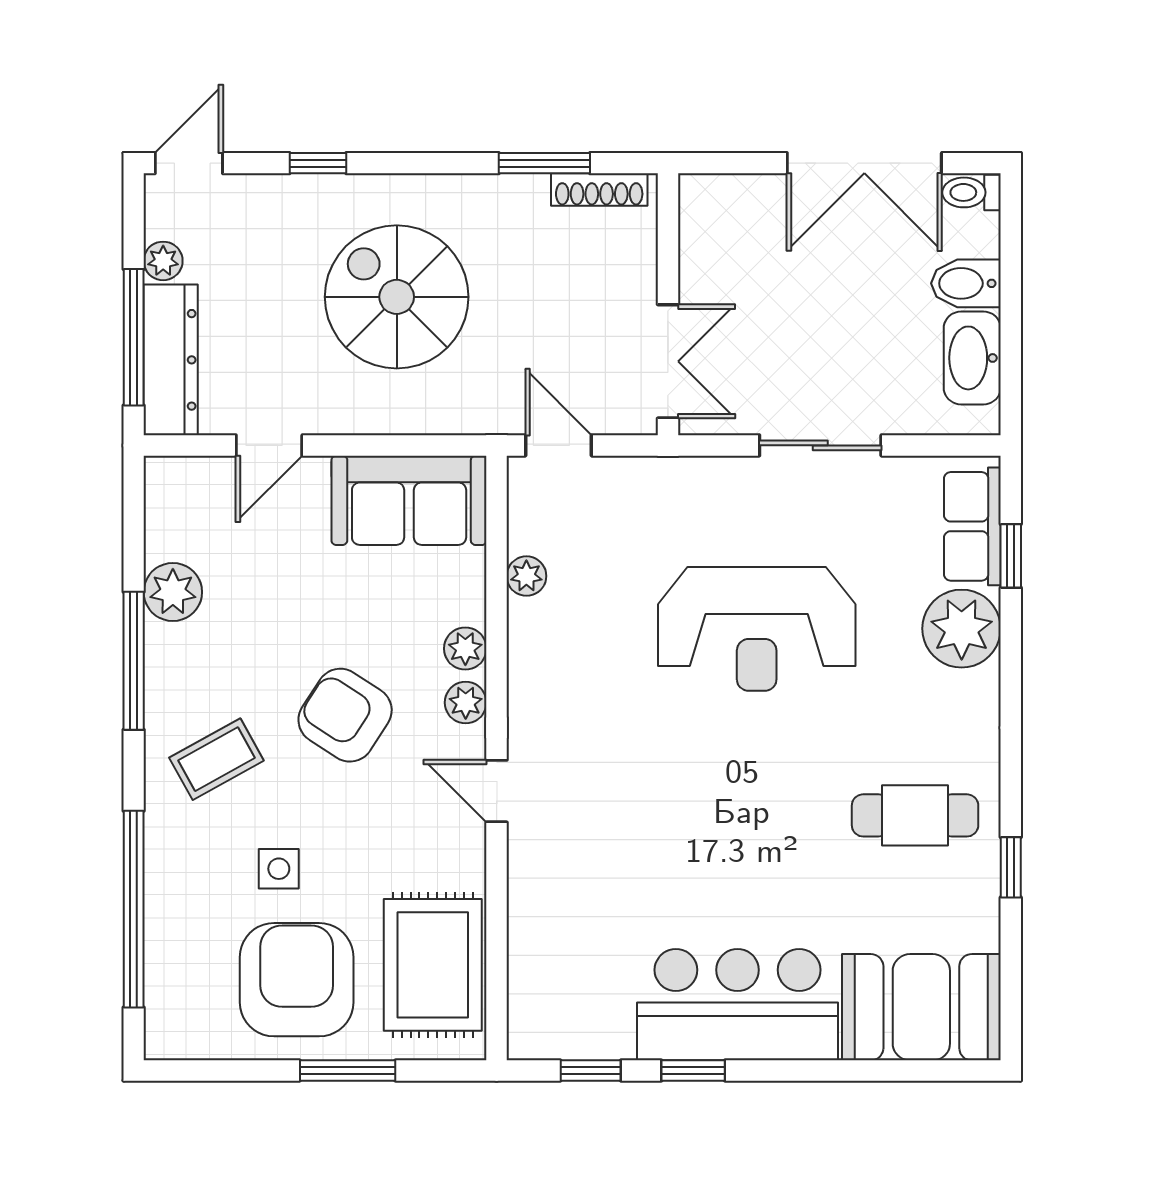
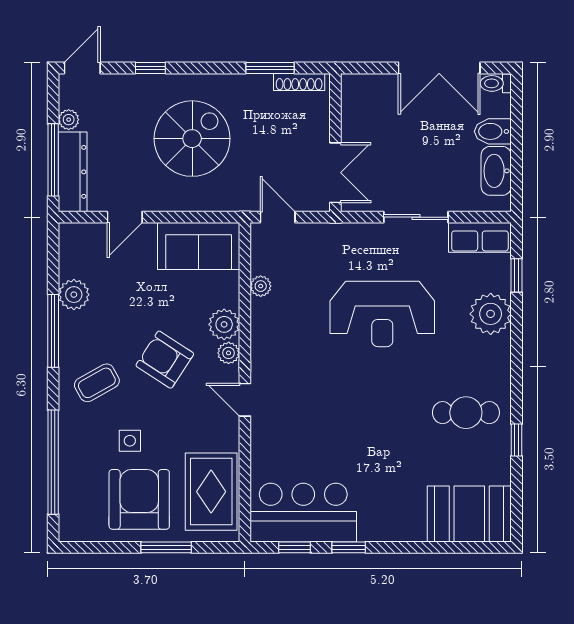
spiral stairs: (397, 297) -> (192, 139), turned 90
row of seats: (972, 526) -> (480, 237), moved, turned -90
plant: (465, 649) -> (224, 324), width x1.38, depth x1.38
bar counter: (738, 1005) -> (303, 513), moved

